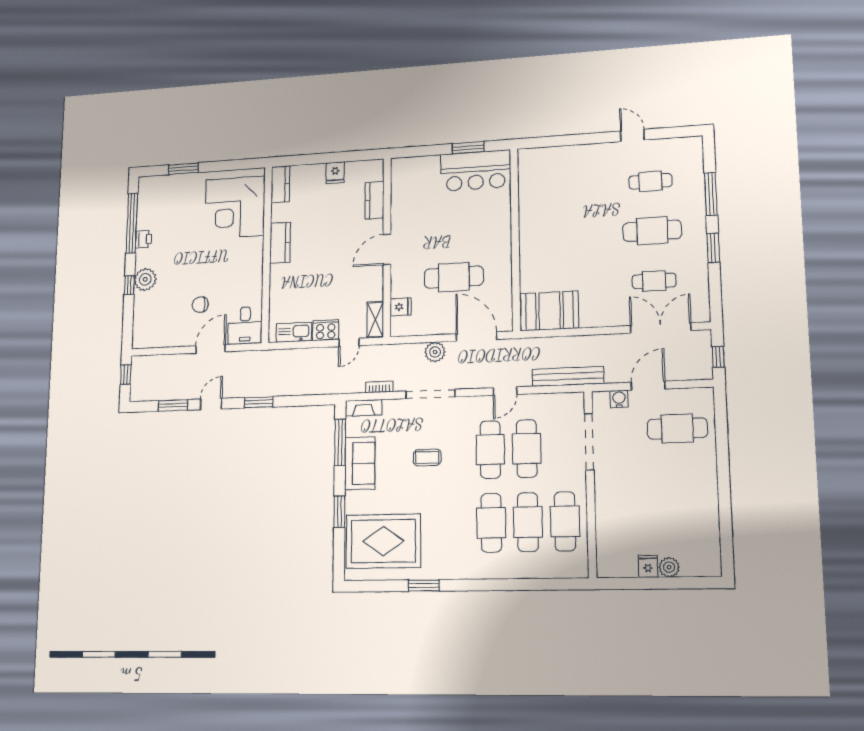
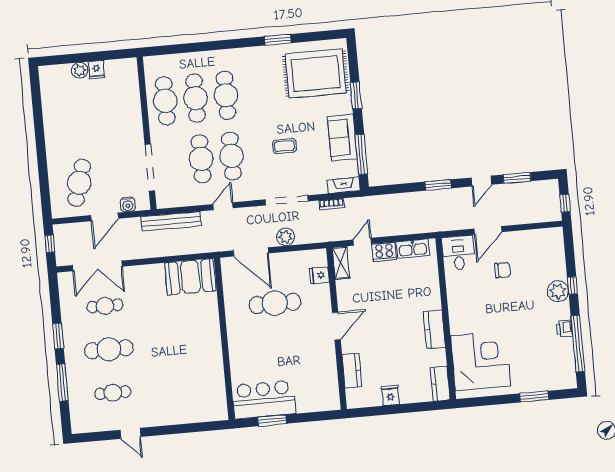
cafe table: (677, 428) -> (79, 183), turned -74

